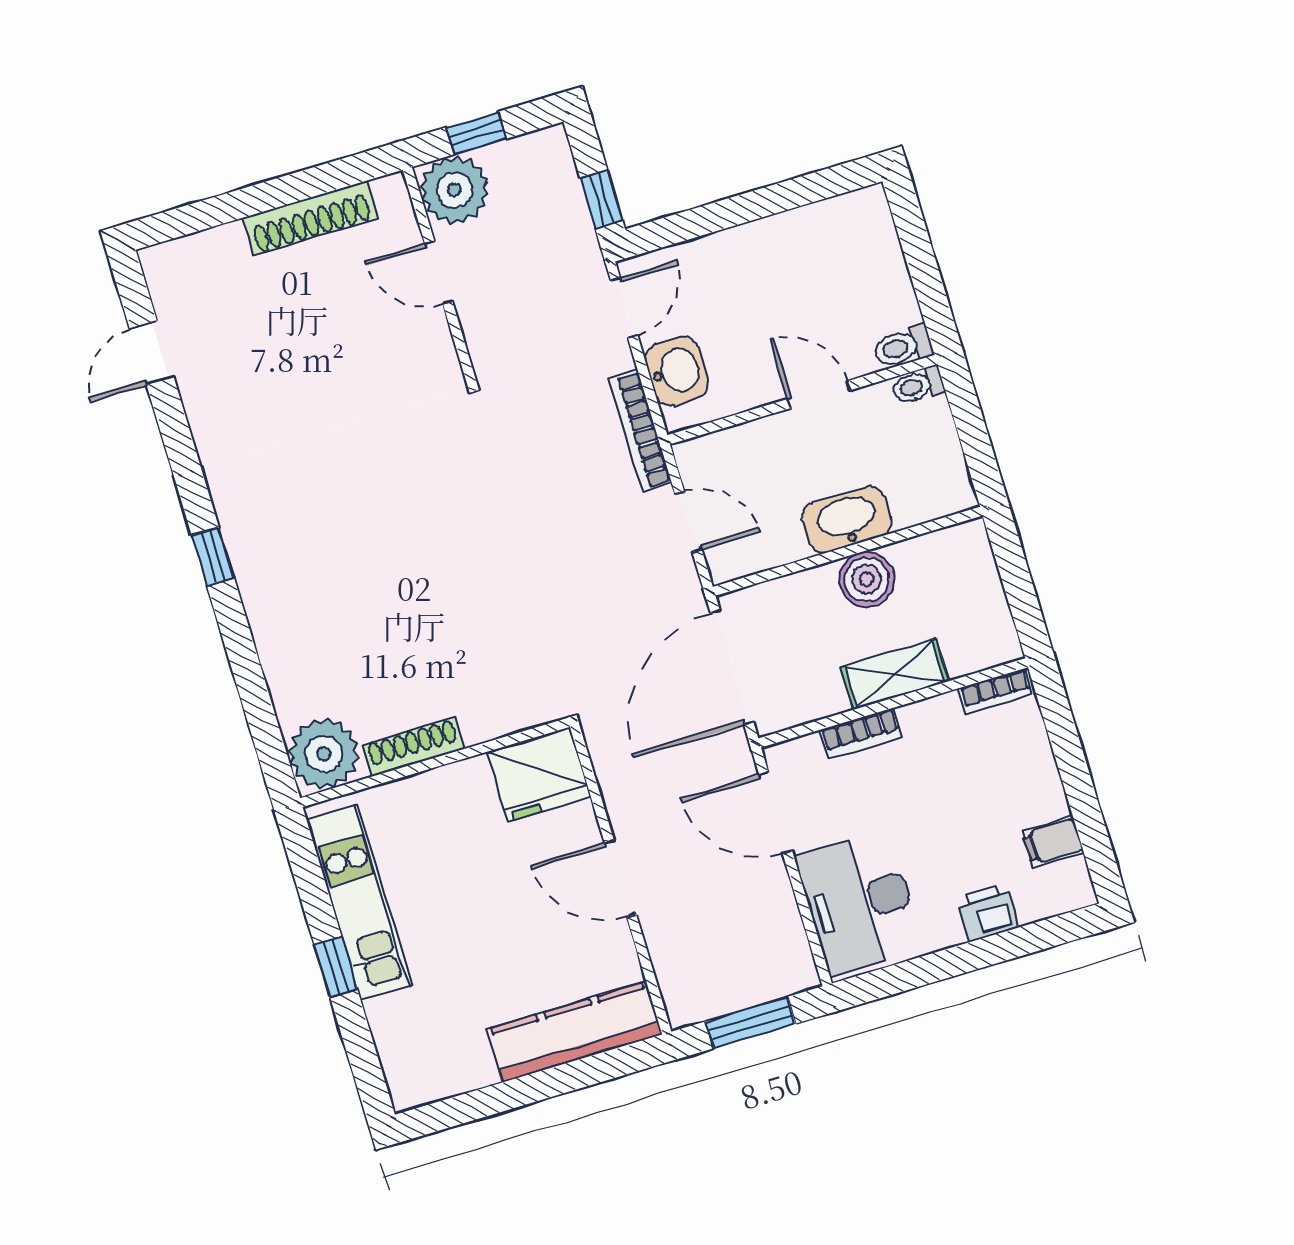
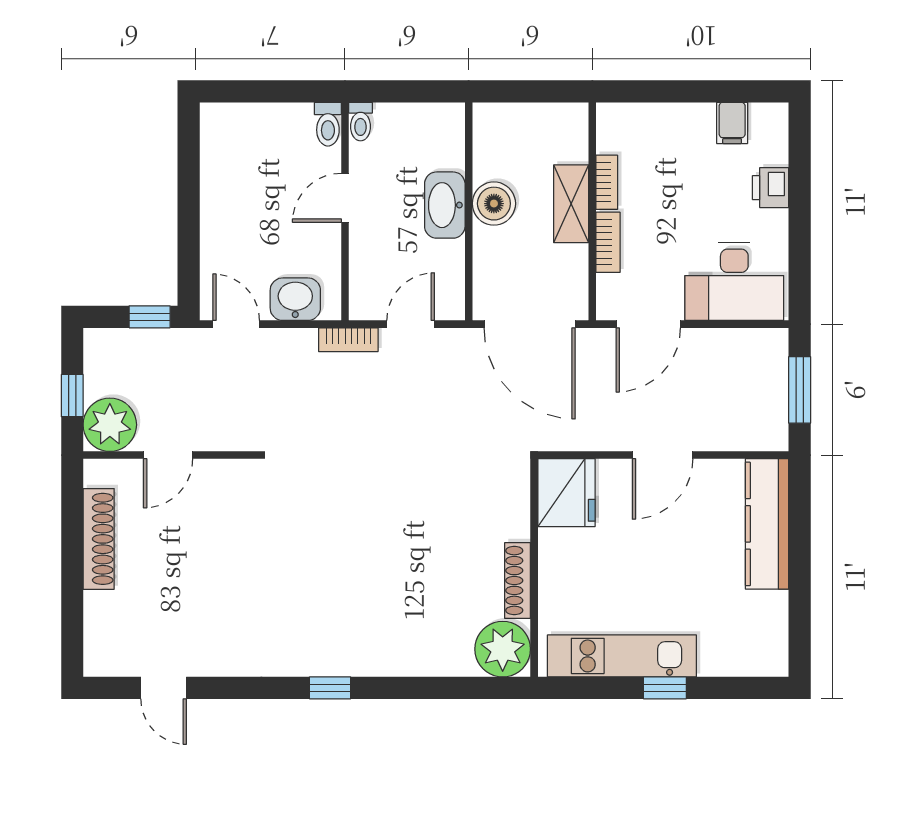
bookcase: (640, 430) -> (348, 340), width x0.64
bookcase: (996, 691) -> (607, 182), moved

